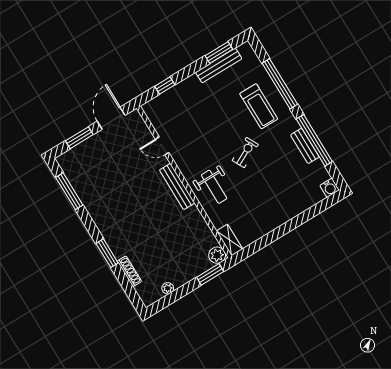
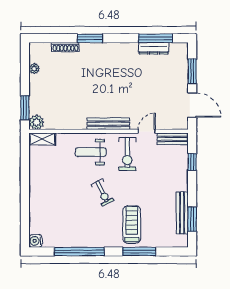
window: (280, 84) -> (139, 251), width x0.68
treadmill: (259, 106) -> (132, 225), turned 90
bench: (305, 146) -> (173, 139), moved
exercise bike: (195, 151) -> (127, 154), added
dresser: (80, 187) -> (154, 48), added

